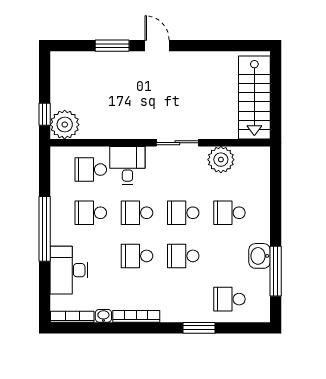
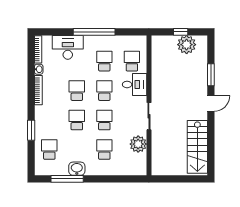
stairs: (254, 97) -> (197, 147), moved, turned -90
window: (45, 114) -> (181, 32), moved
plant: (65, 125) -> (187, 45), moved

